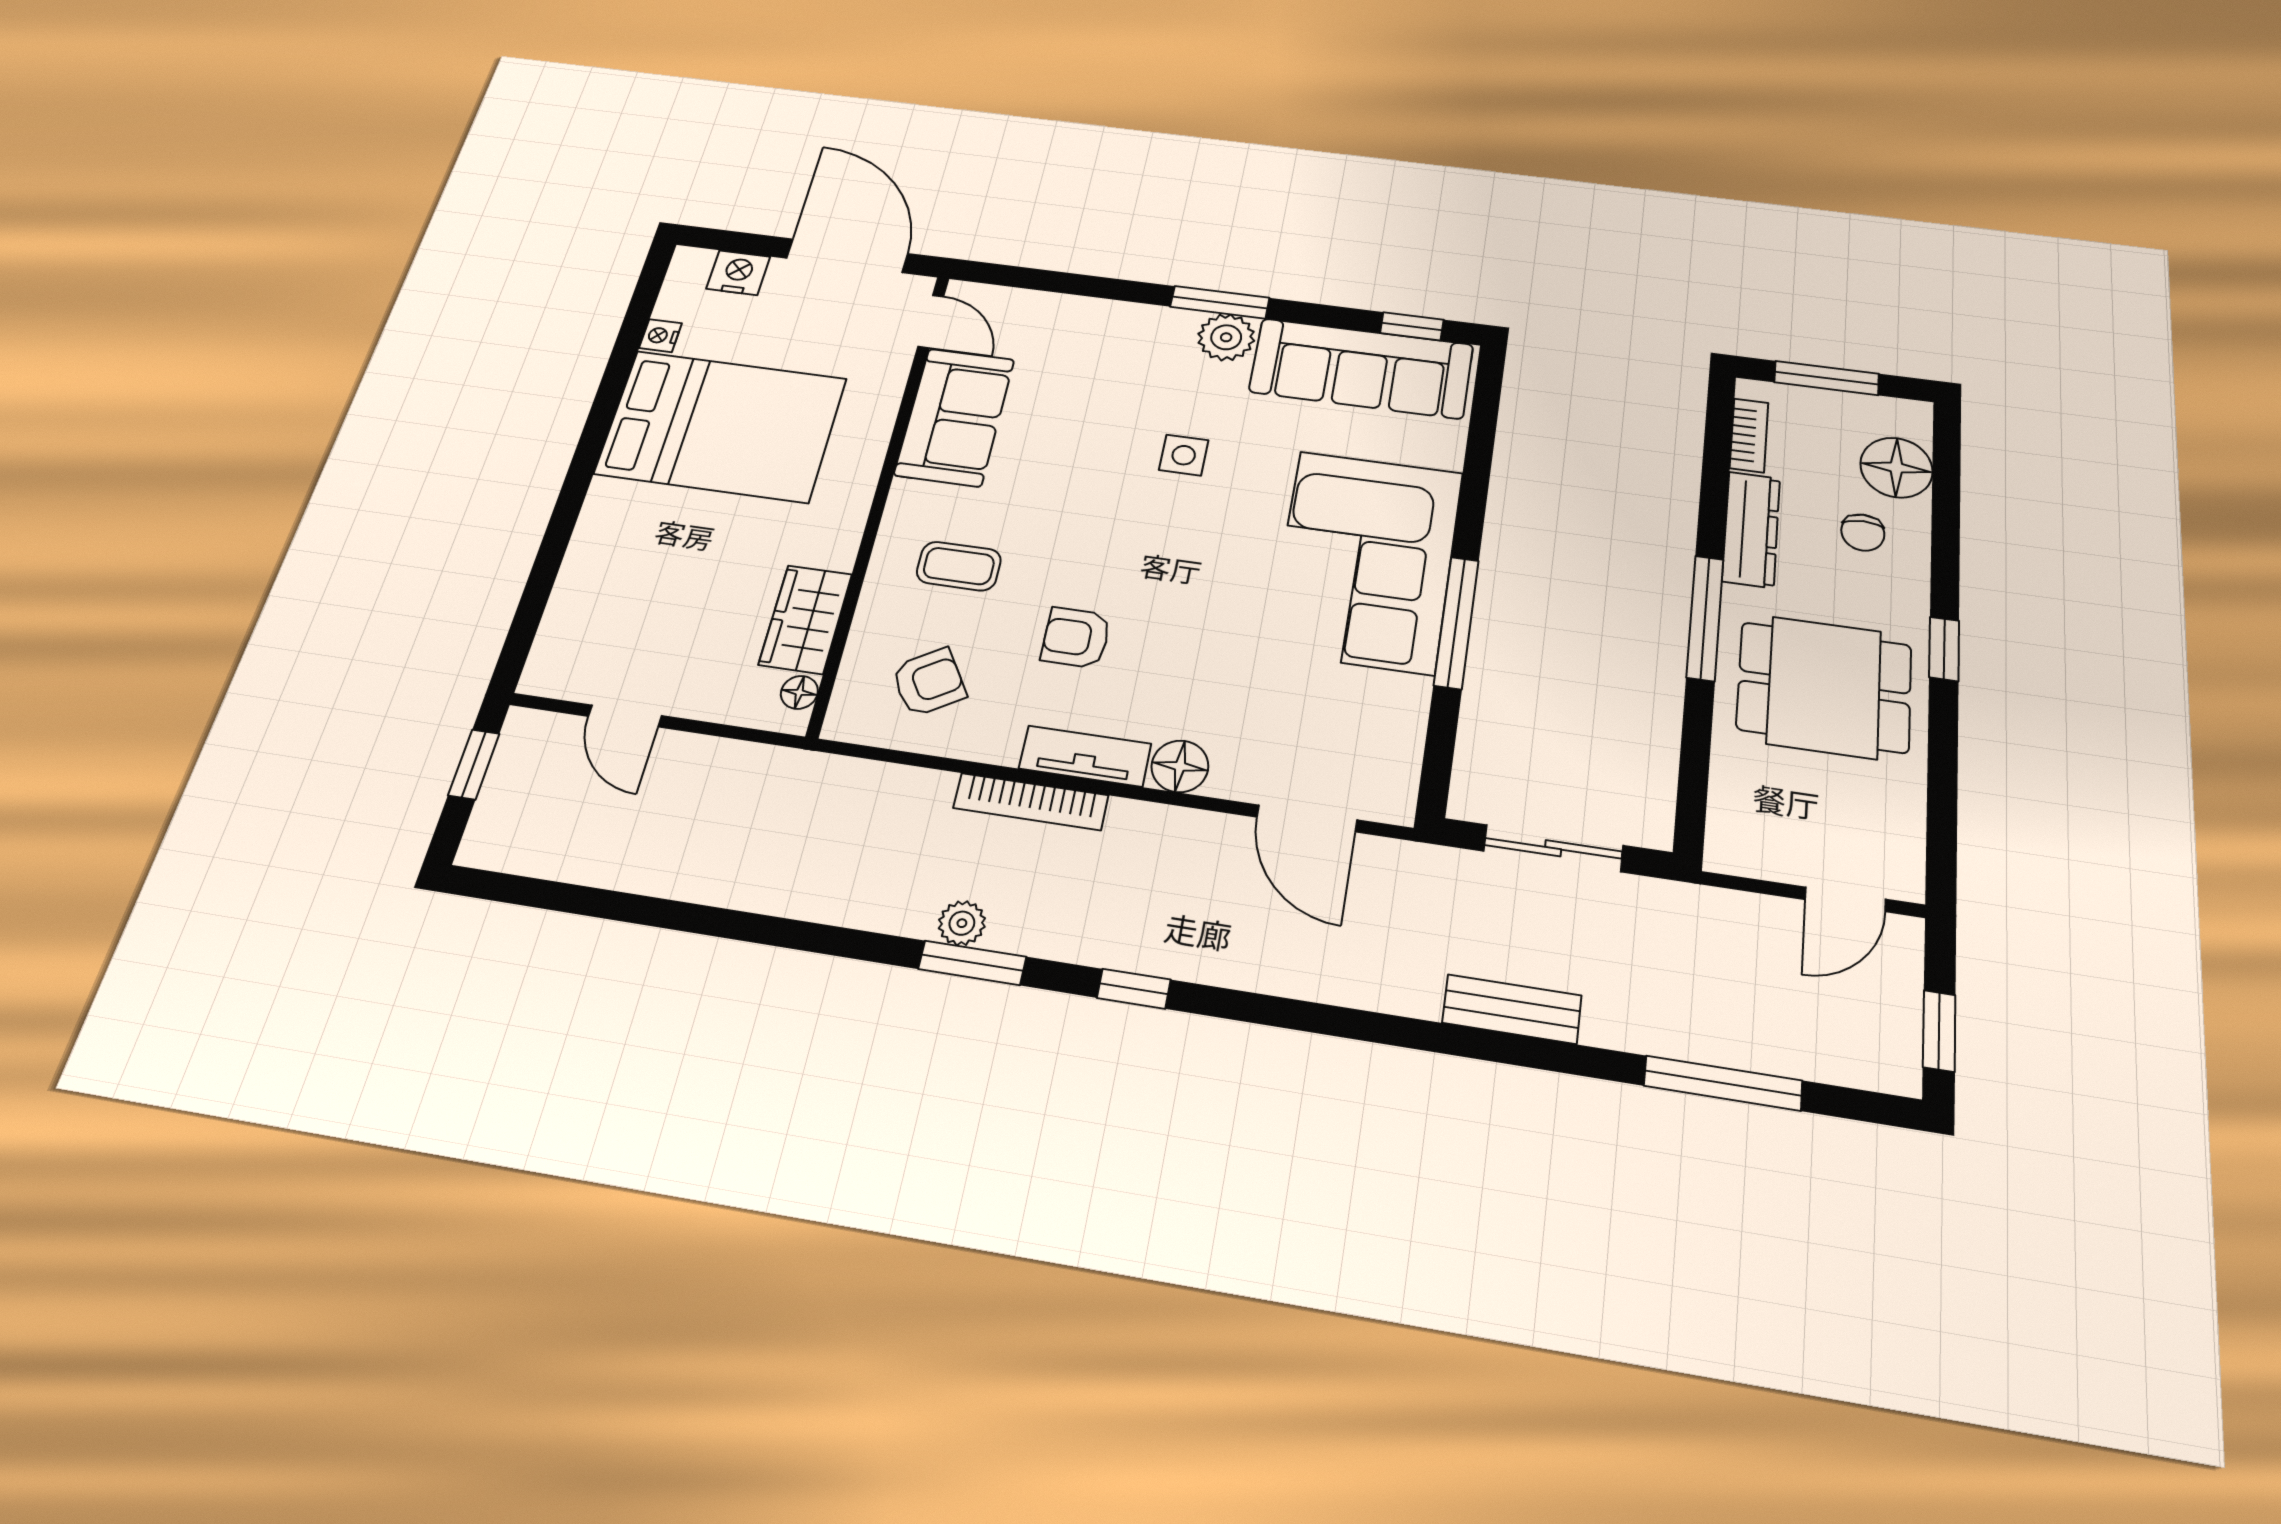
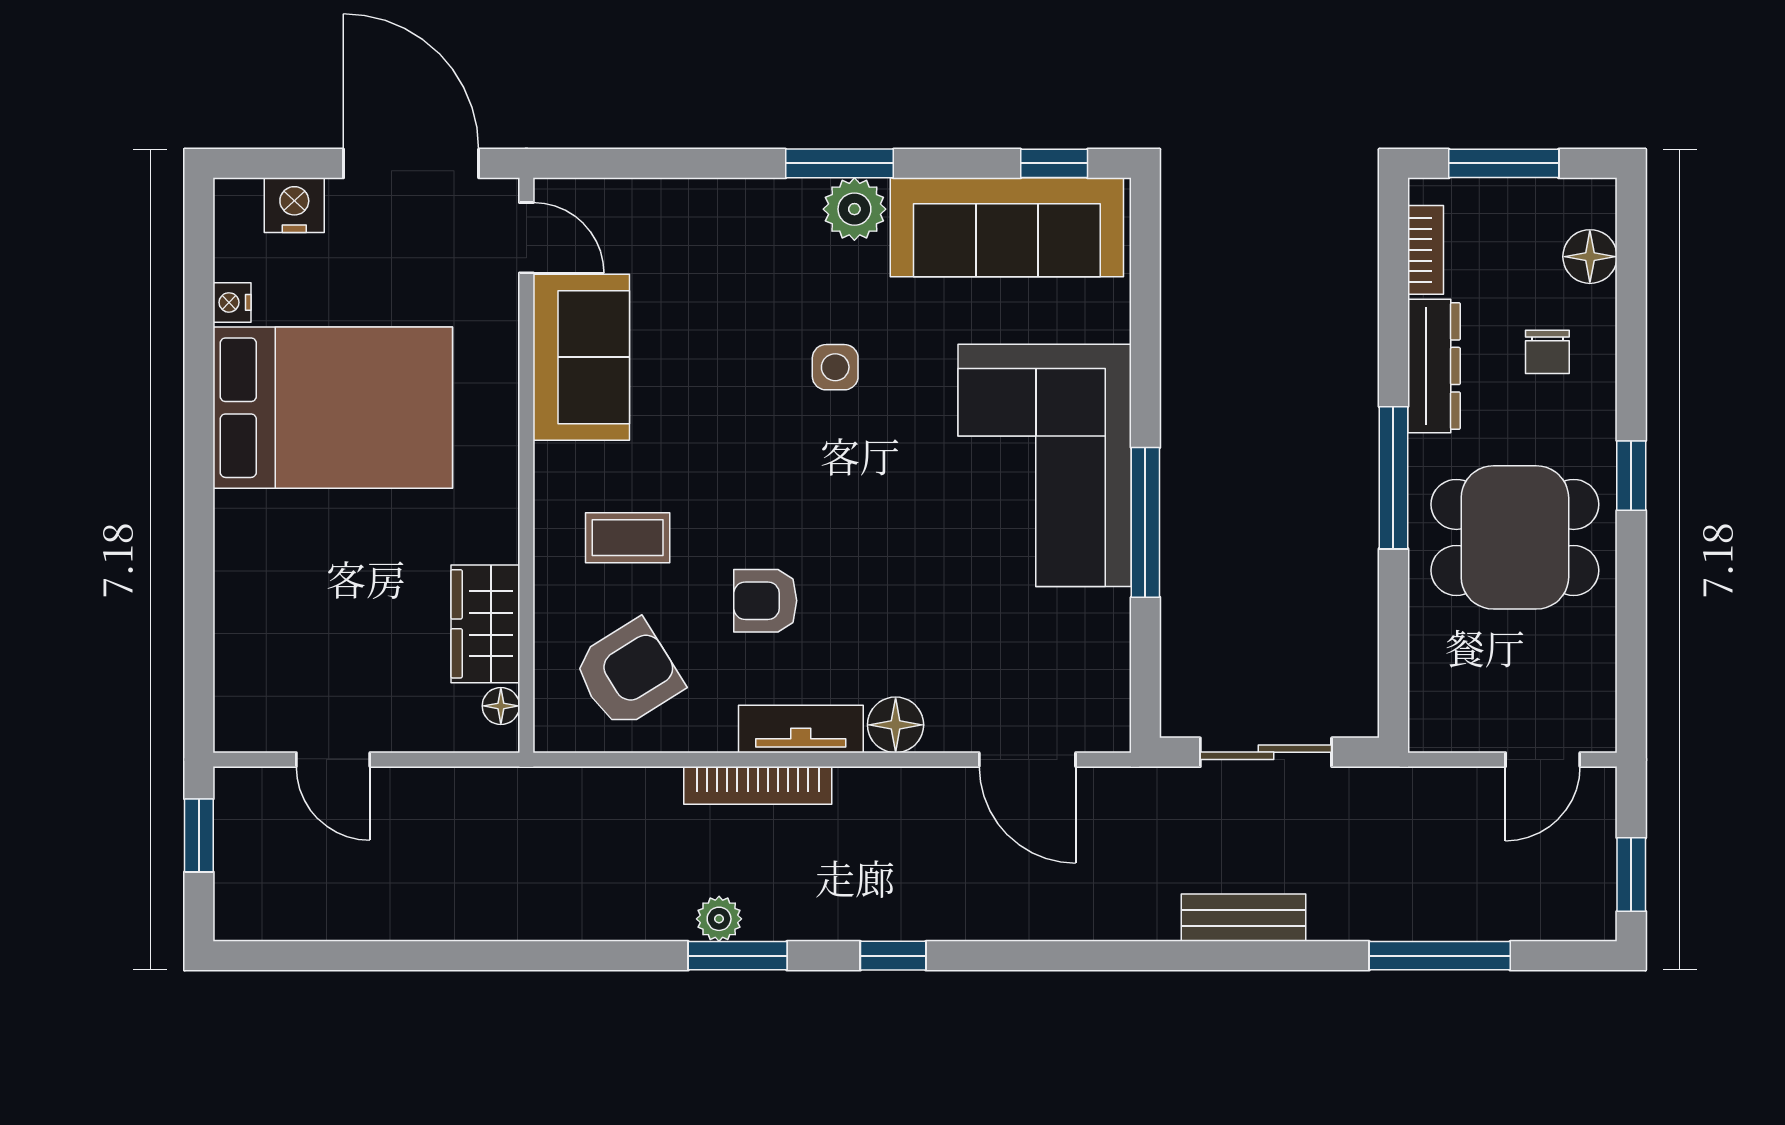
floor lamp: (1896, 468) -> (1590, 257), width x0.73, depth x0.73
armchair: (929, 682) -> (628, 674), width x1.38, depth x1.38

